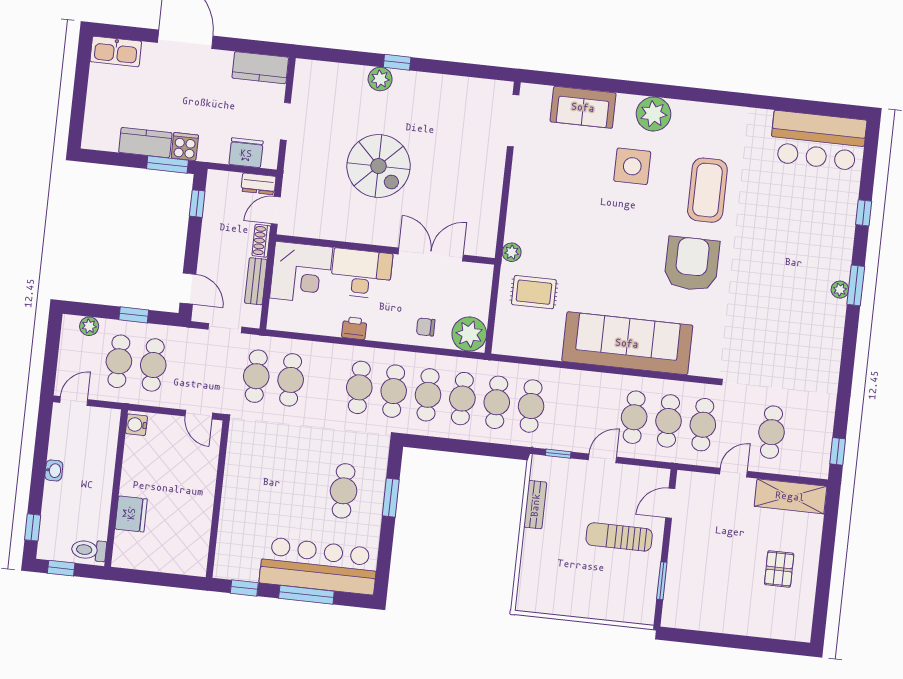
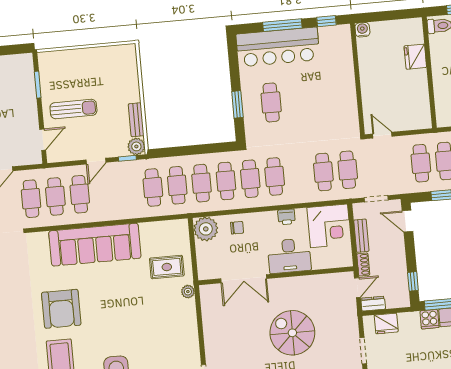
corner desk: (301, 273) -> (329, 226), moved, turned 180
water cooler: (136, 425) -> (362, 30), moved, turned -90
plant: (542, 468) -> (136, 146), added

